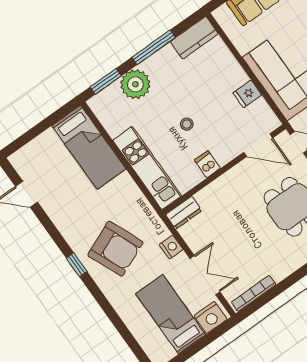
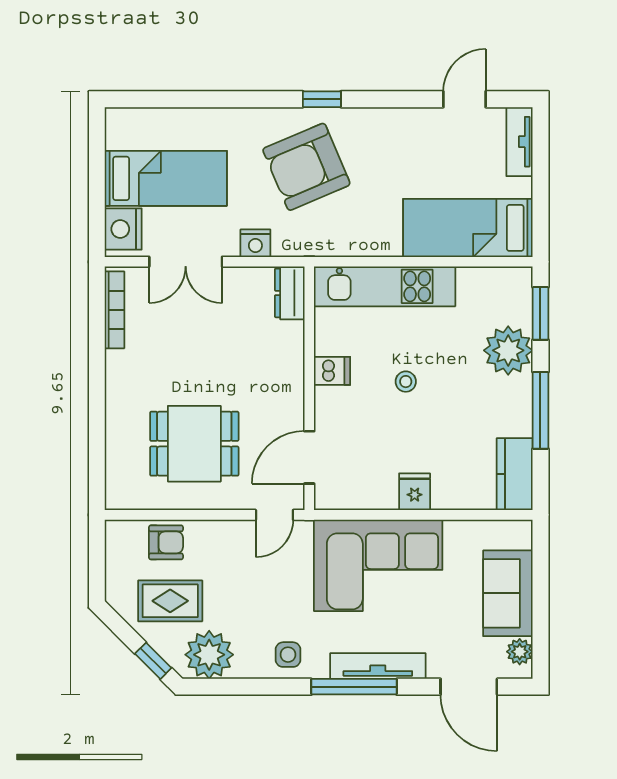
fridge: (247, 94) -> (415, 492), moved
tv unit: (28, 152) -> (519, 142), added

